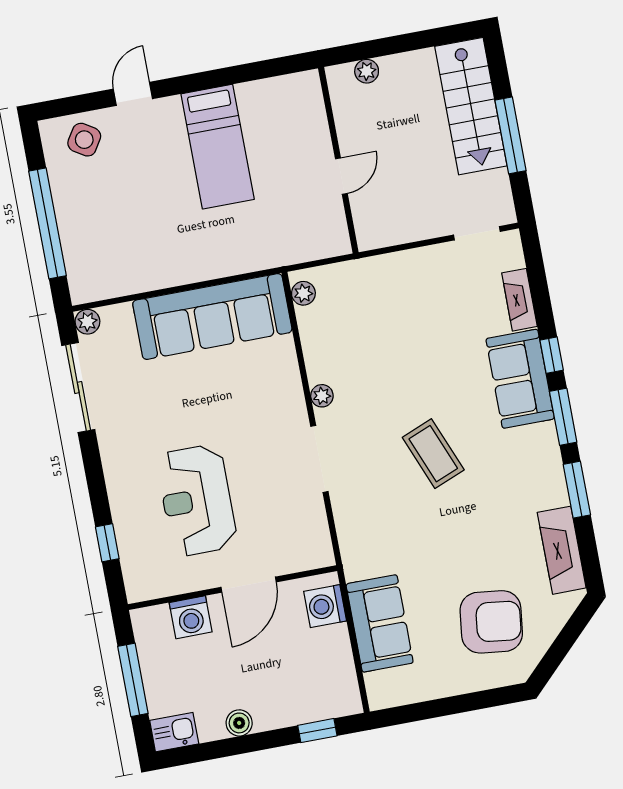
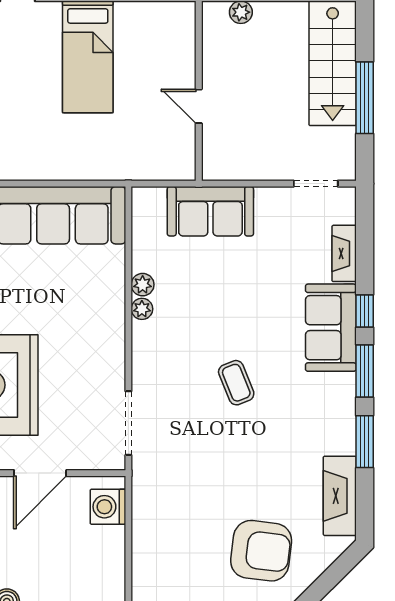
door: (341, 176) -> (199, 106), swing flipped
plant: (303, 293) -> (143, 285), moved
coffee table: (433, 454) -> (236, 383), width x0.73, depth x0.77
doorway: (319, 459) -> (128, 423), moved
sofa: (380, 623) -> (210, 211), moved, turned 90

